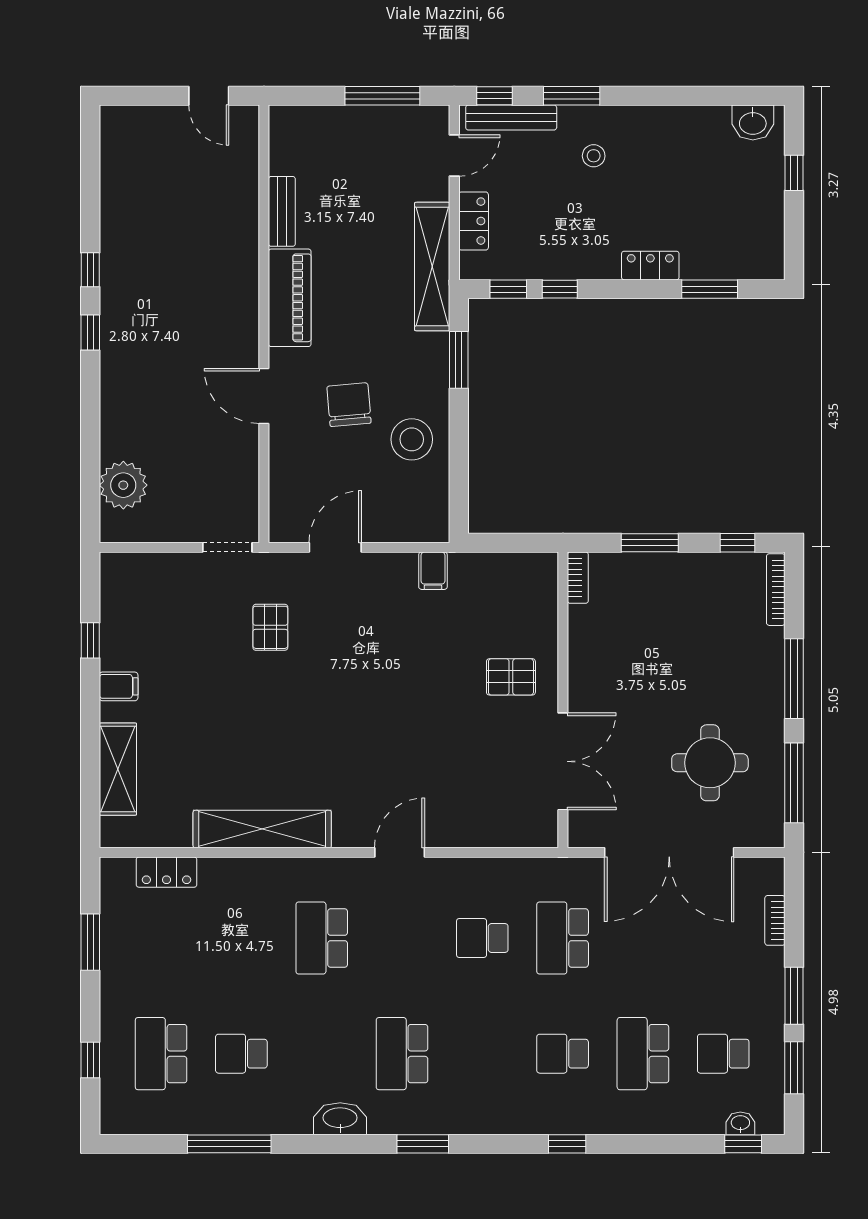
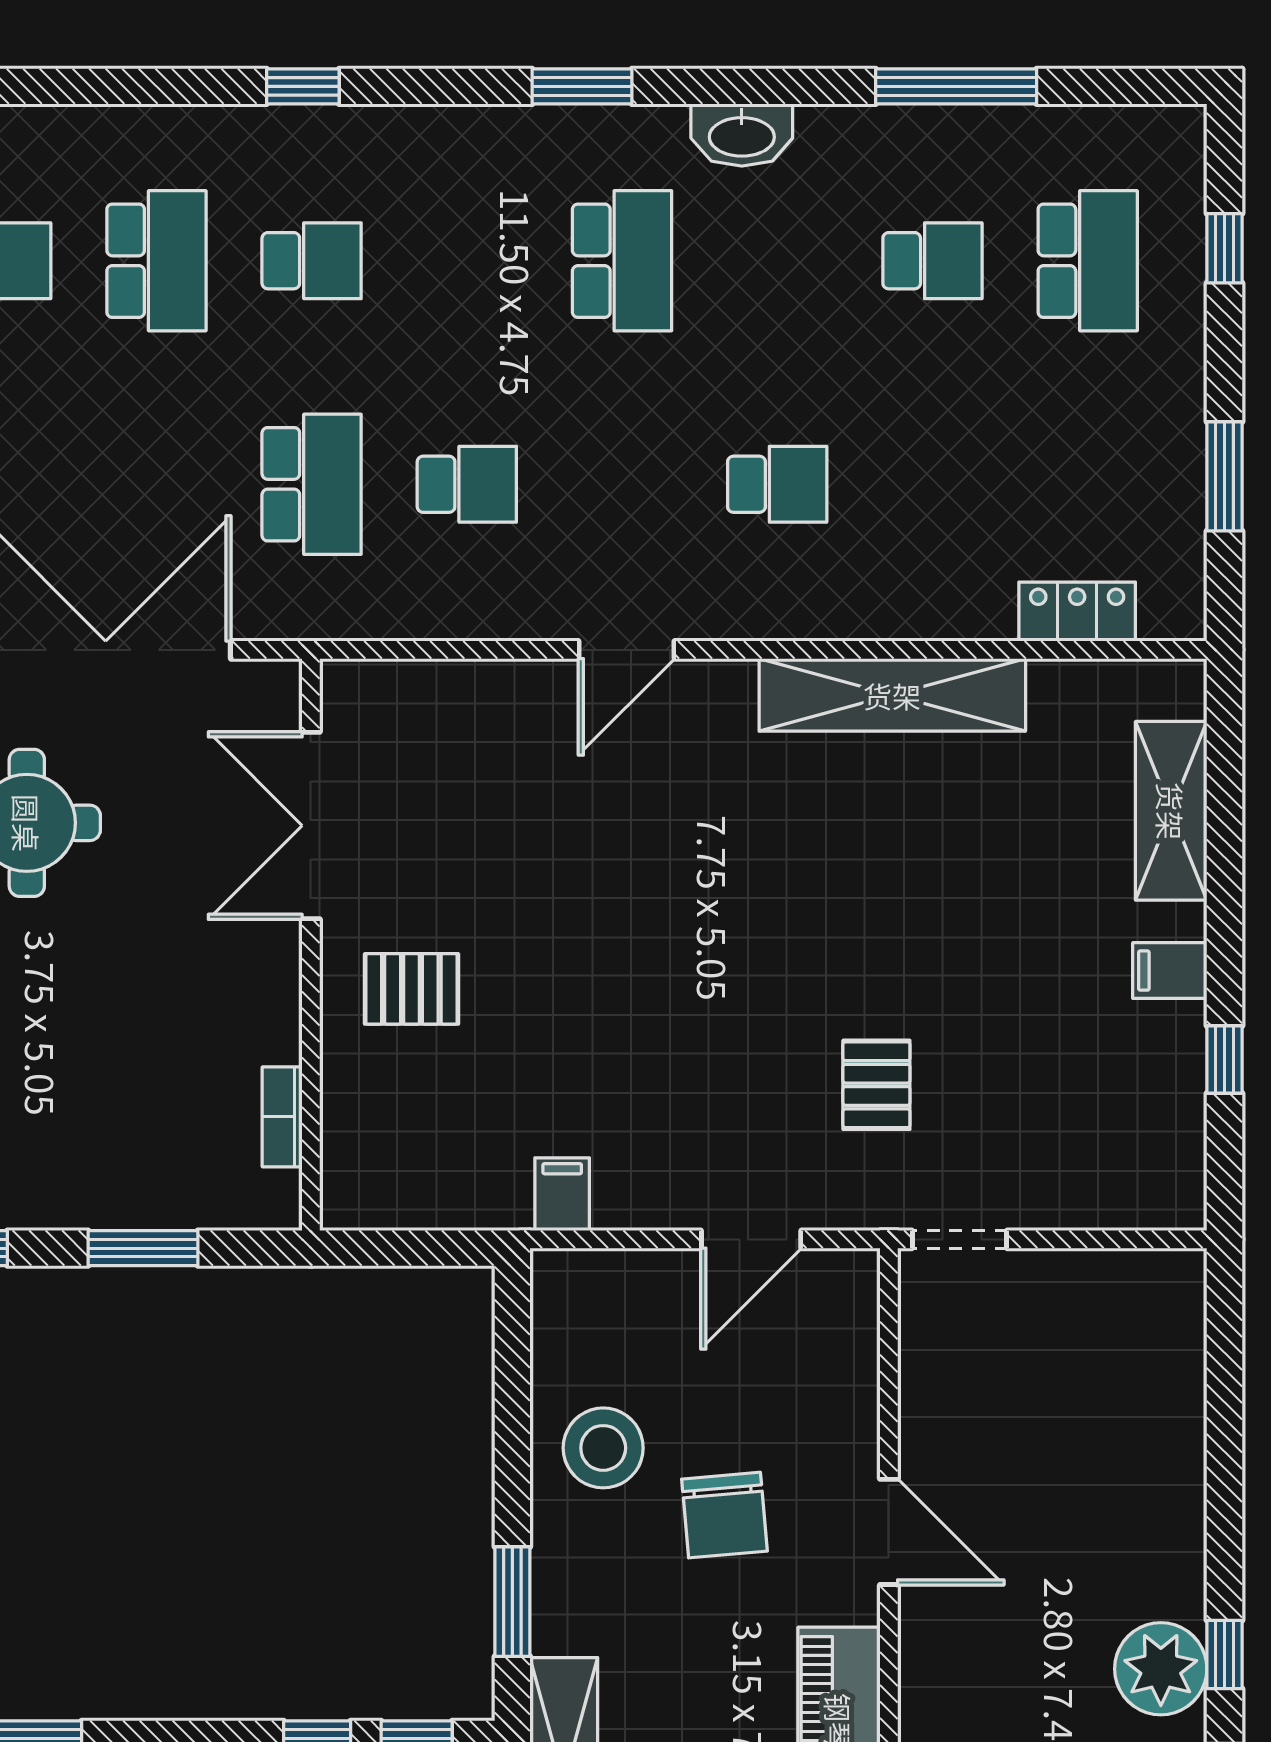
plant: (123, 485) -> (1161, 1669), moved
bookcase: (578, 578) -> (282, 1117), moved
school desk: (322, 938) -> (777, 484), width x0.54

